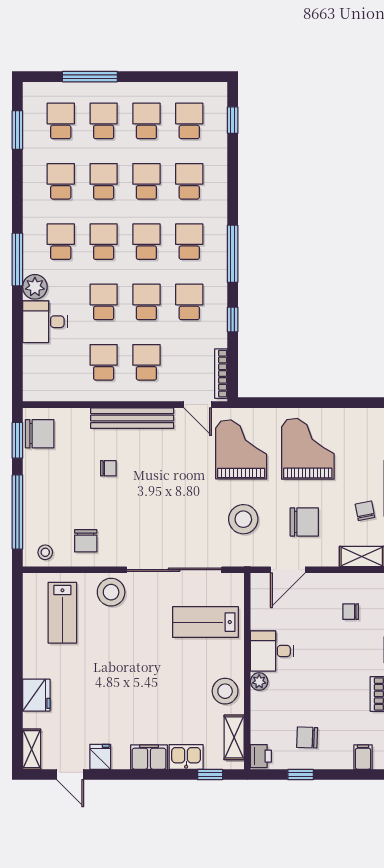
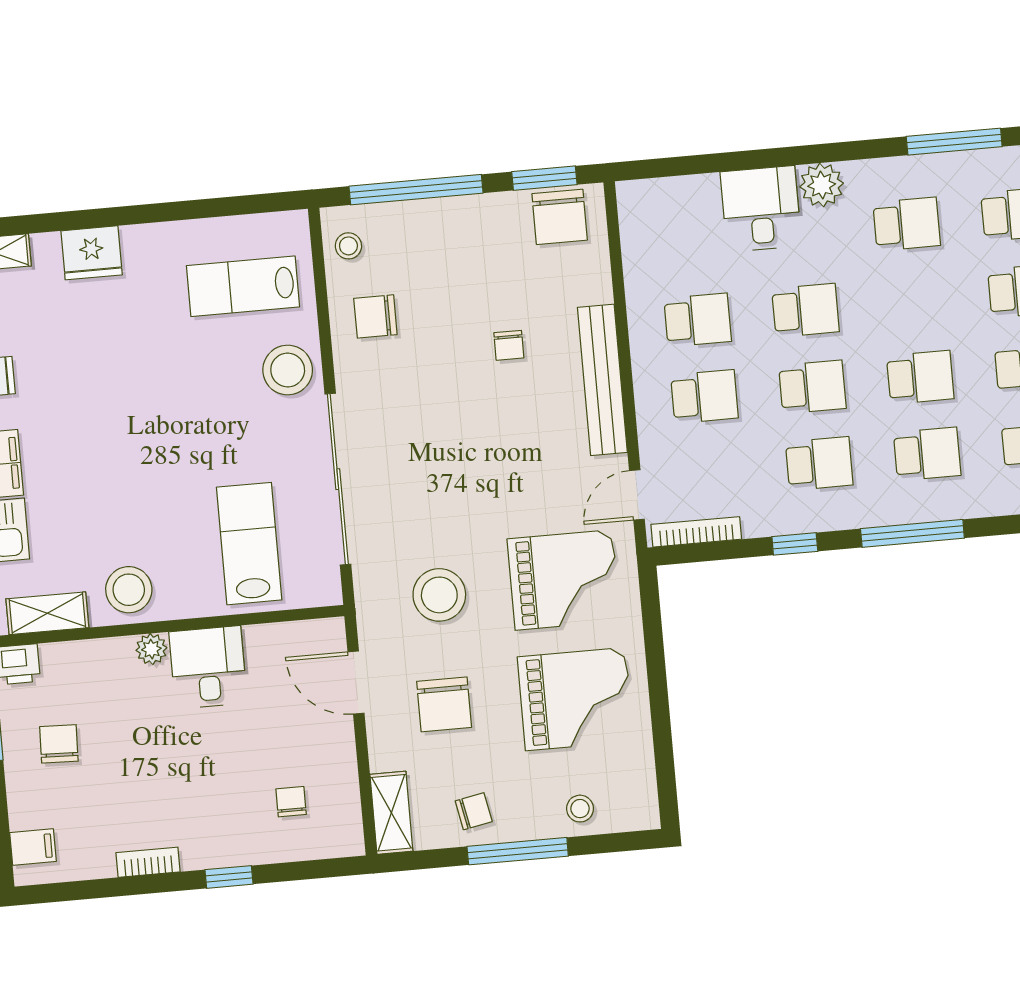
school desk: (104, 242) -> (913, 301), removed
window: (17, 260) -> (954, 142), moved
stool: (369, 452) -> (580, 809), added

